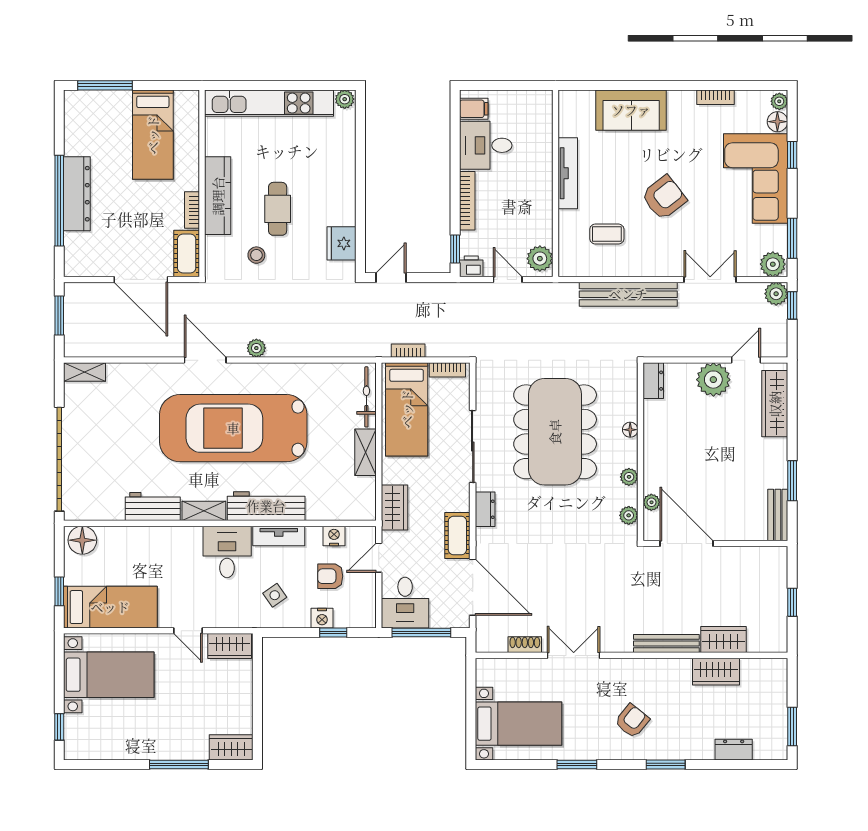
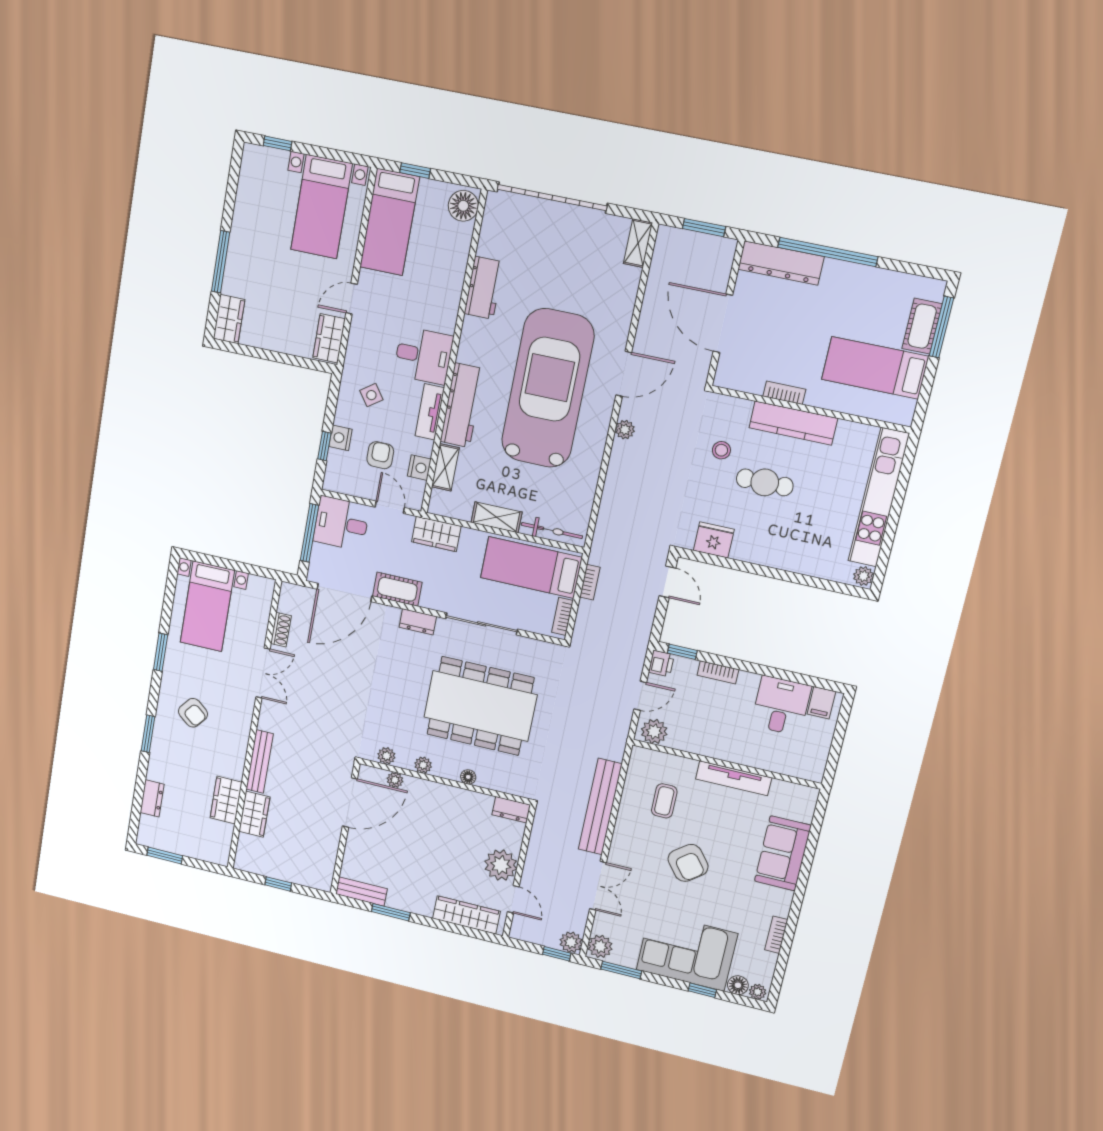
dresser: (77, 194) -> (781, 263), moved
bookcase: (467, 201) -> (718, 672), width x0.64
cot: (187, 254) -> (922, 326), moved, turned 90
door: (141, 279) -> (723, 323), hinge flipped
shelving: (204, 511) -> (445, 467), moved

